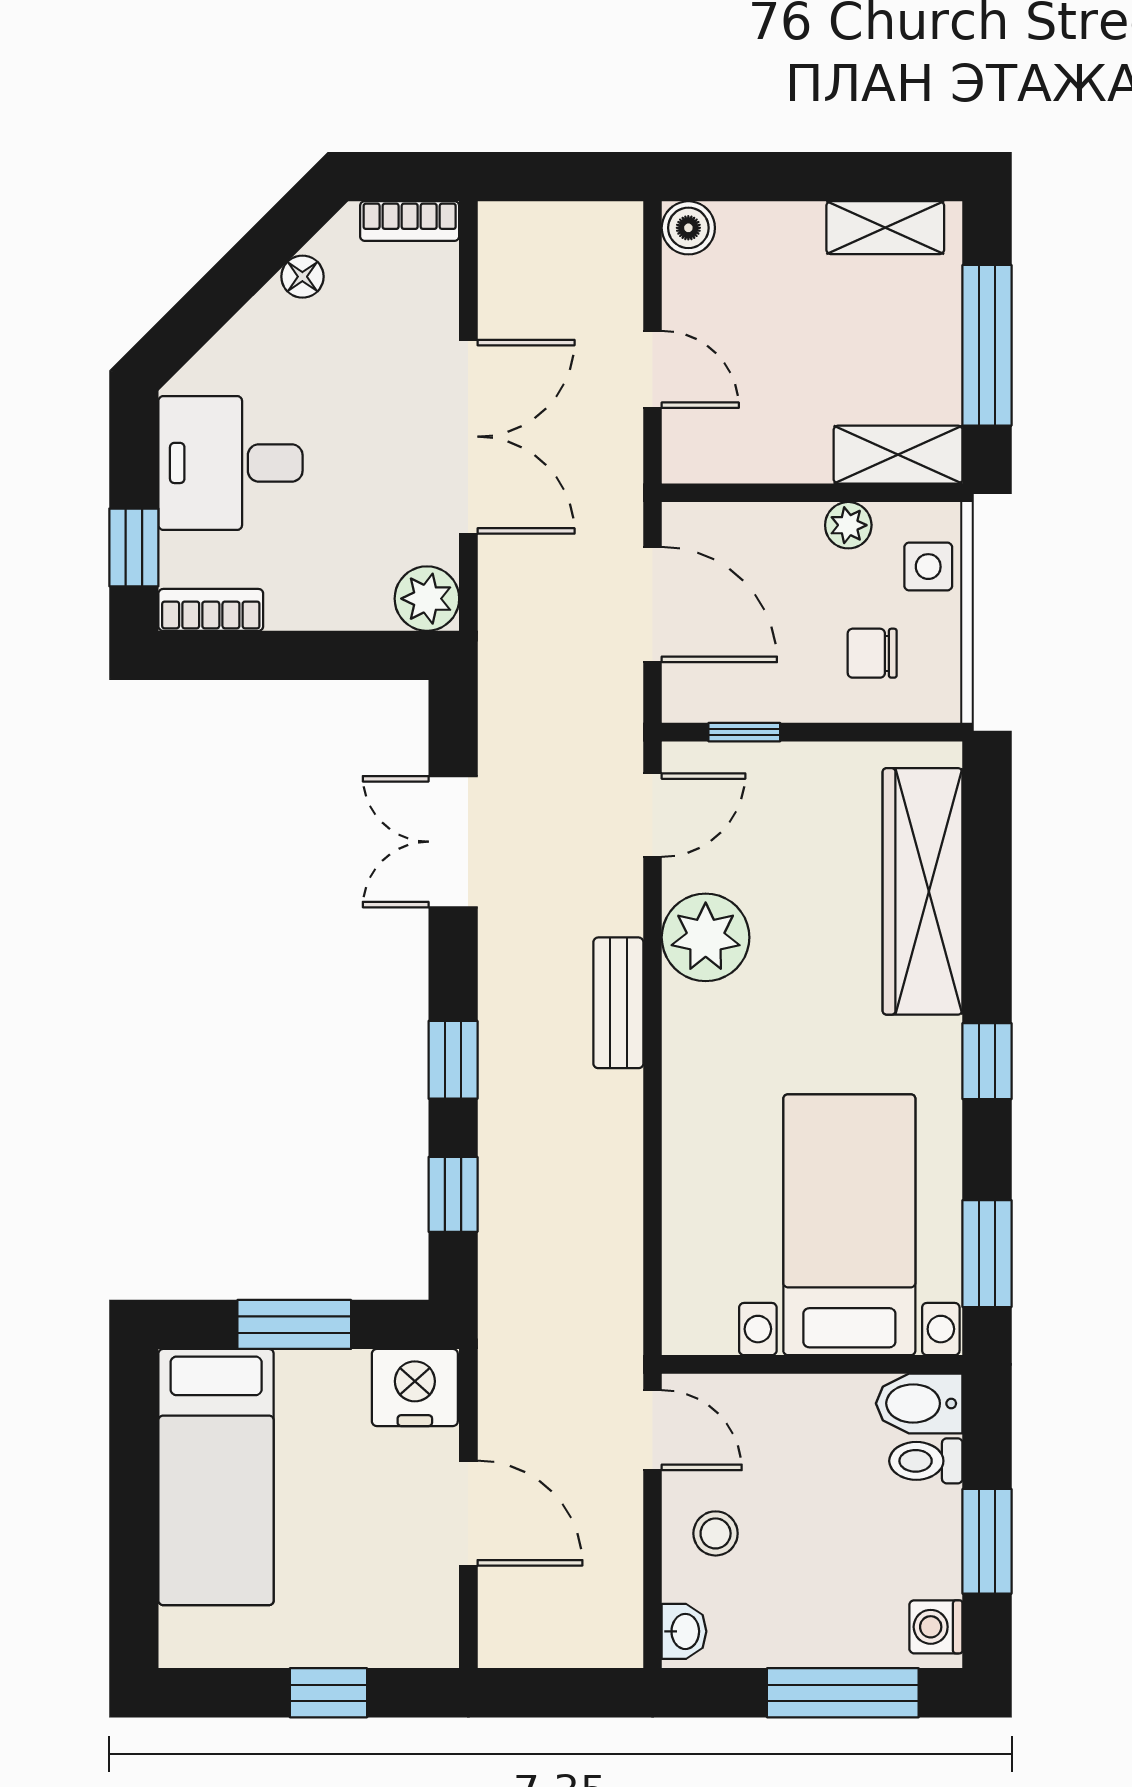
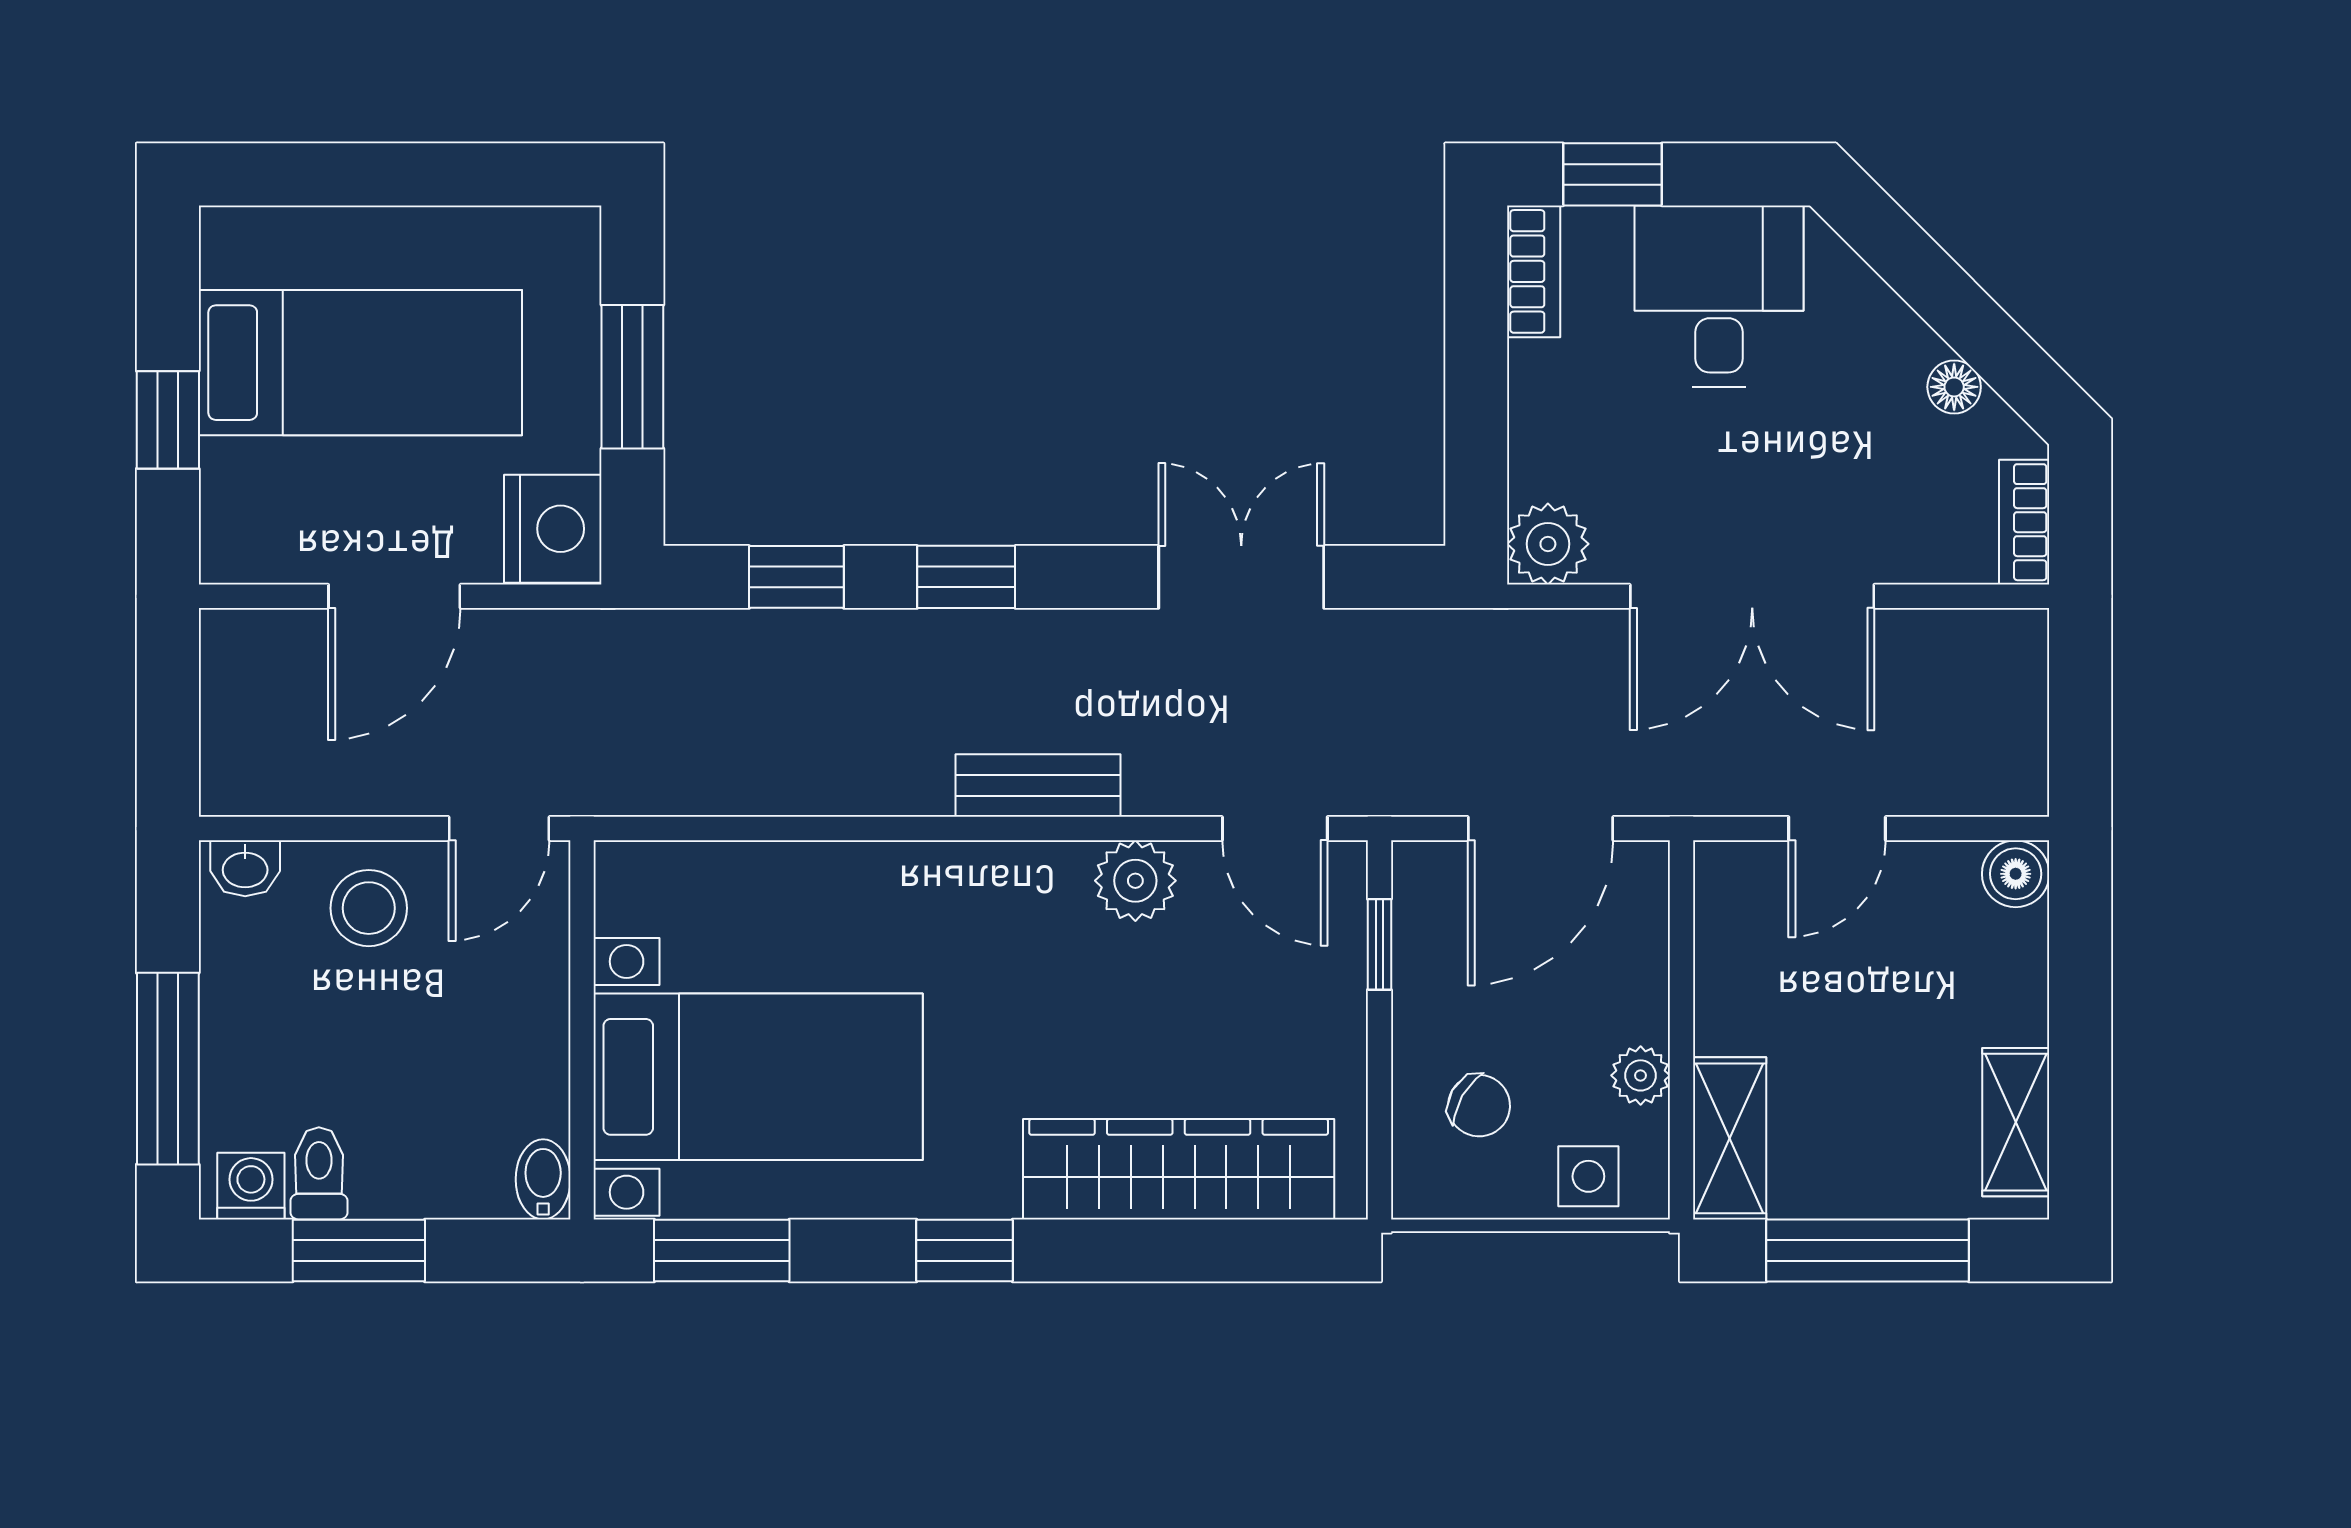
chair: (872, 653) -> (1479, 1106), turned 120
plant: (706, 937) -> (1135, 881), width x0.73, depth x0.73
bidet: (919, 1403) -> (543, 1179), width x0.72, depth x0.74
toilet: (926, 1461) -> (319, 1173), moved
bed: (216, 1477) -> (360, 363), moved, turned 180
stool: (716, 1533) -> (369, 908), width x1.37, depth x1.37

